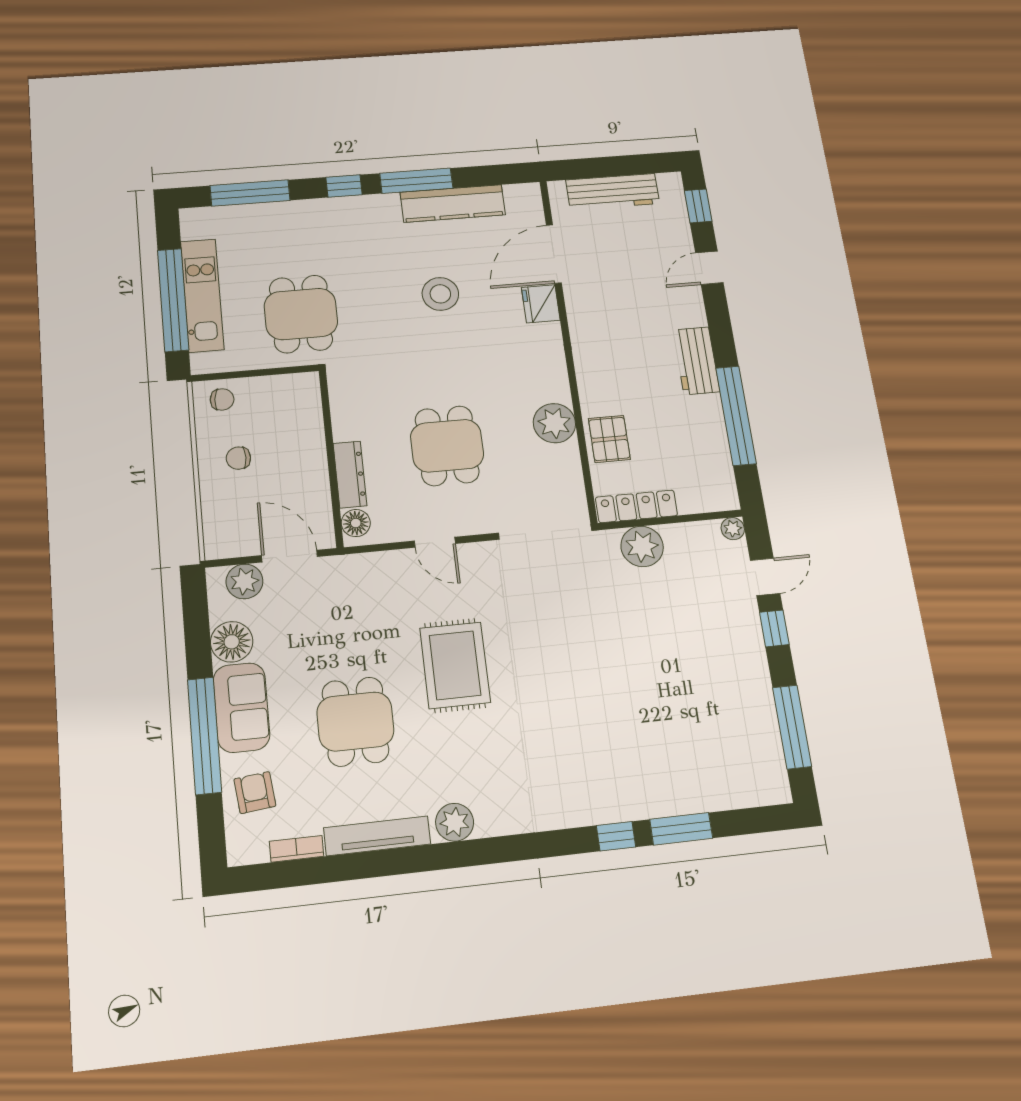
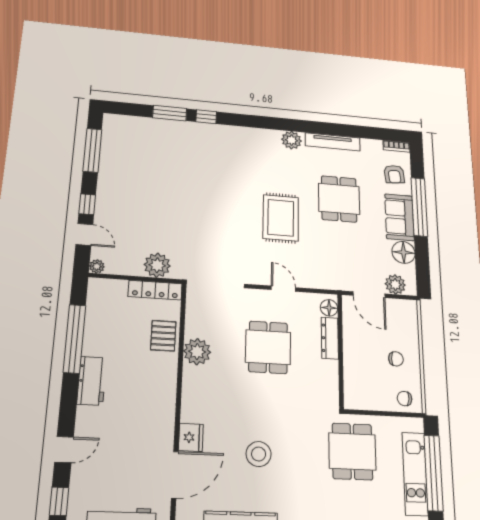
door: (765, 577) -> (84, 234), swing flipped
bookcase: (297, 849) -> (396, 146), moved

